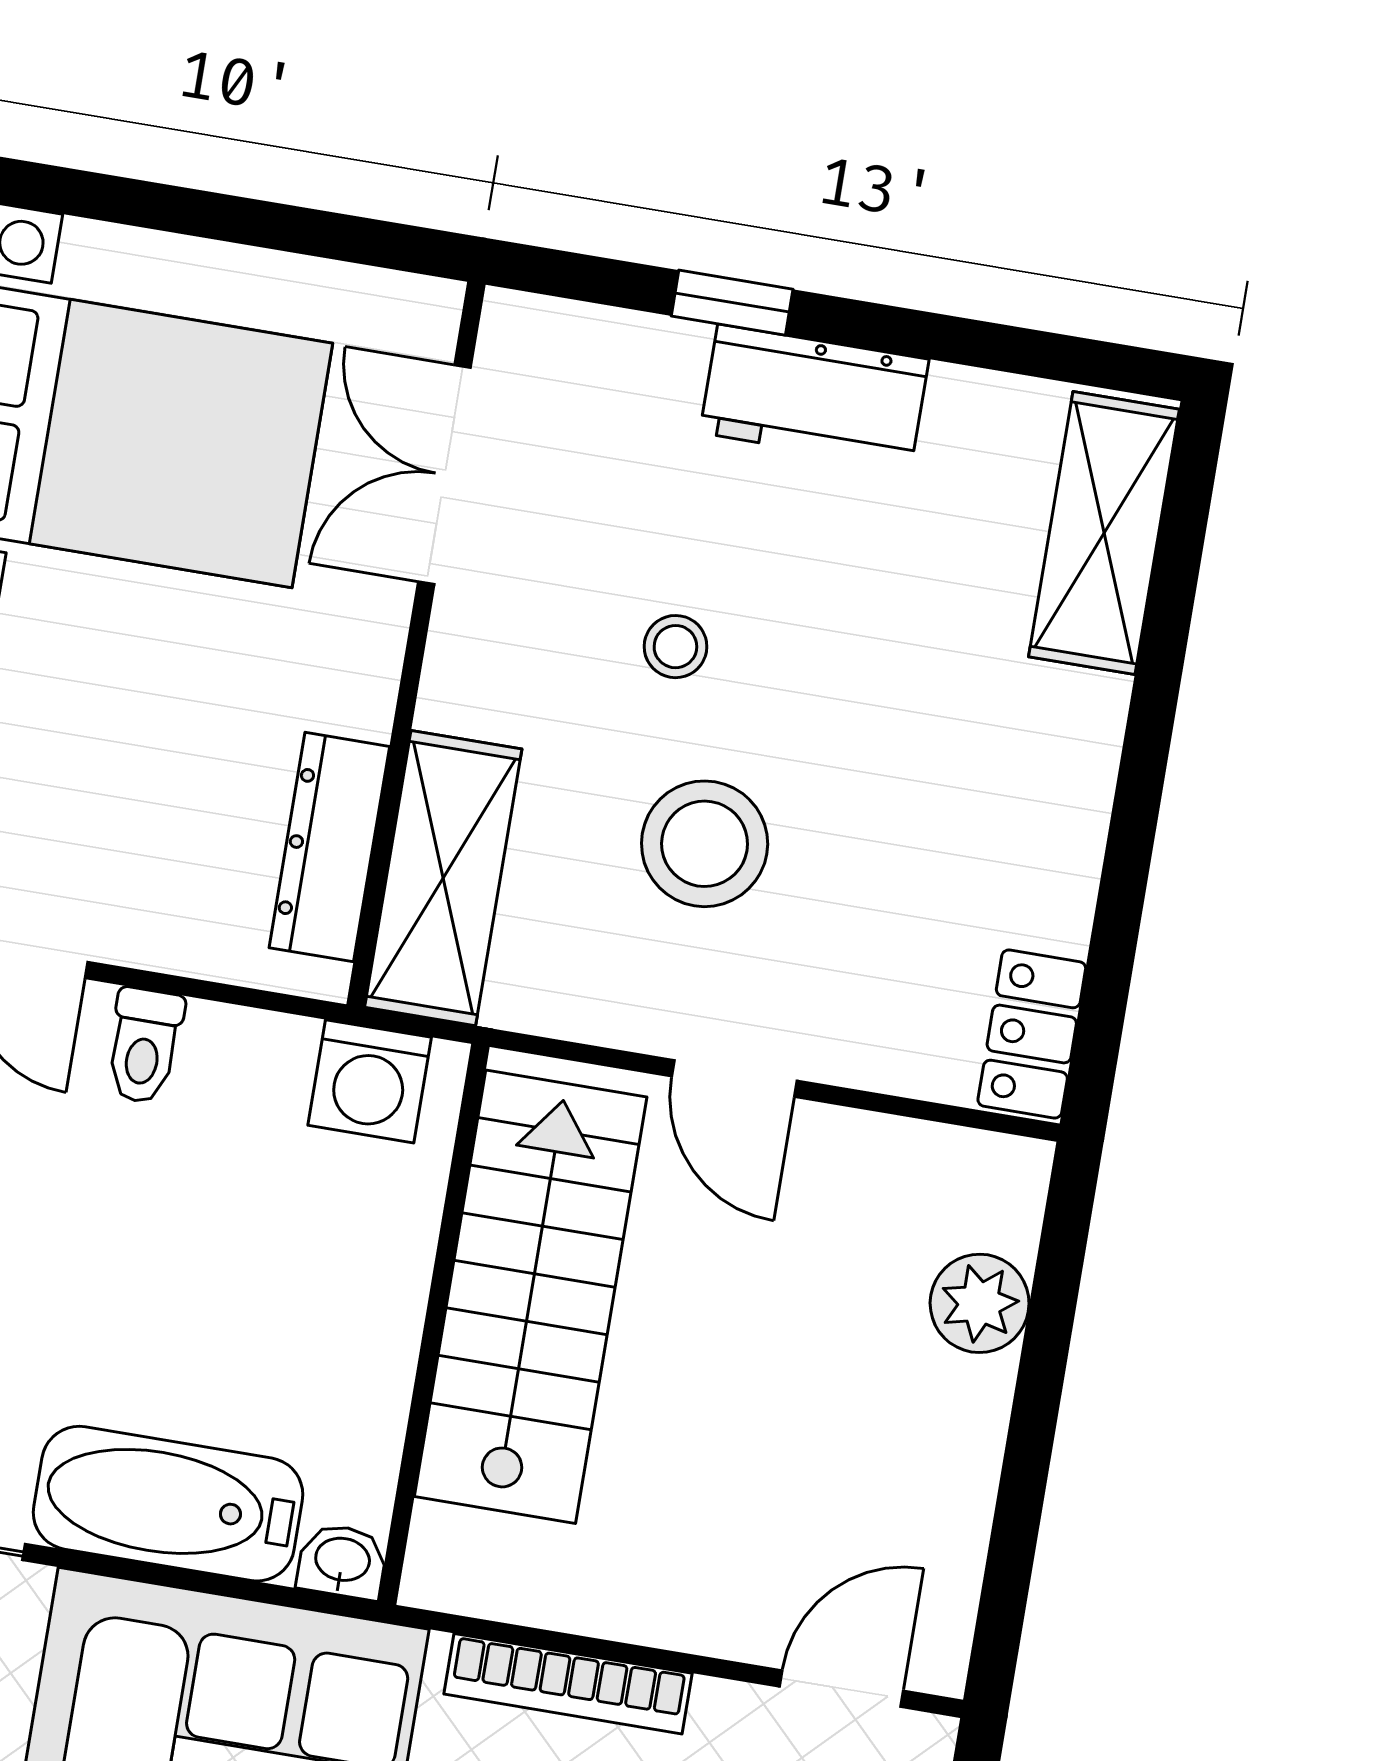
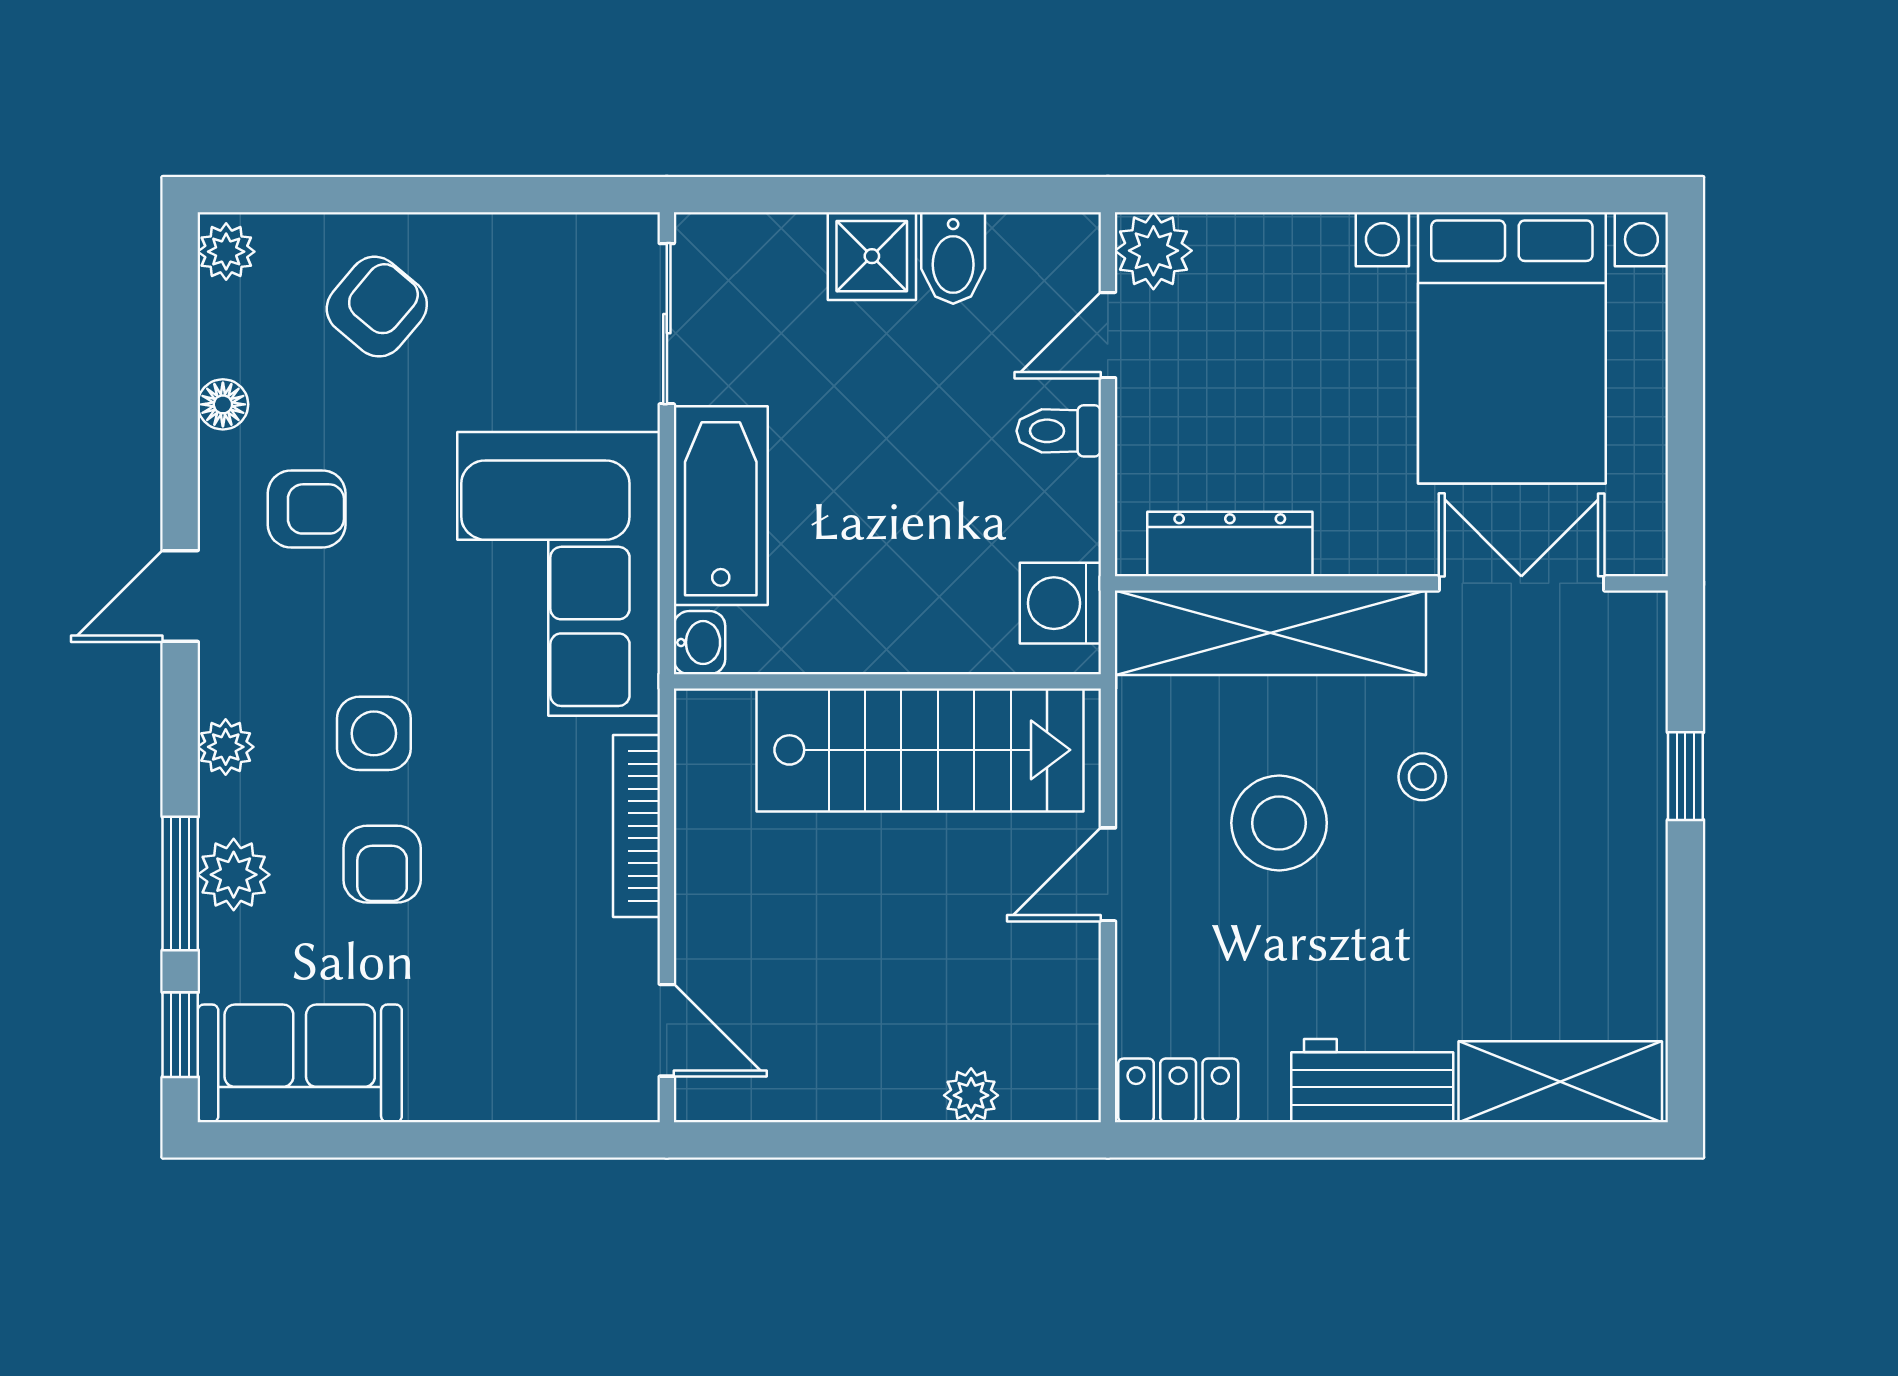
workbench: (814, 396) -> (1372, 1081), moved, turned 90
shelving: (443, 878) -> (1270, 633), width x1.47
plant: (980, 1303) -> (971, 1095), width x0.73, depth x0.73

